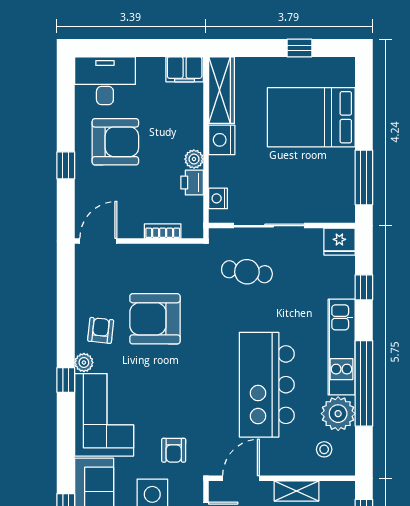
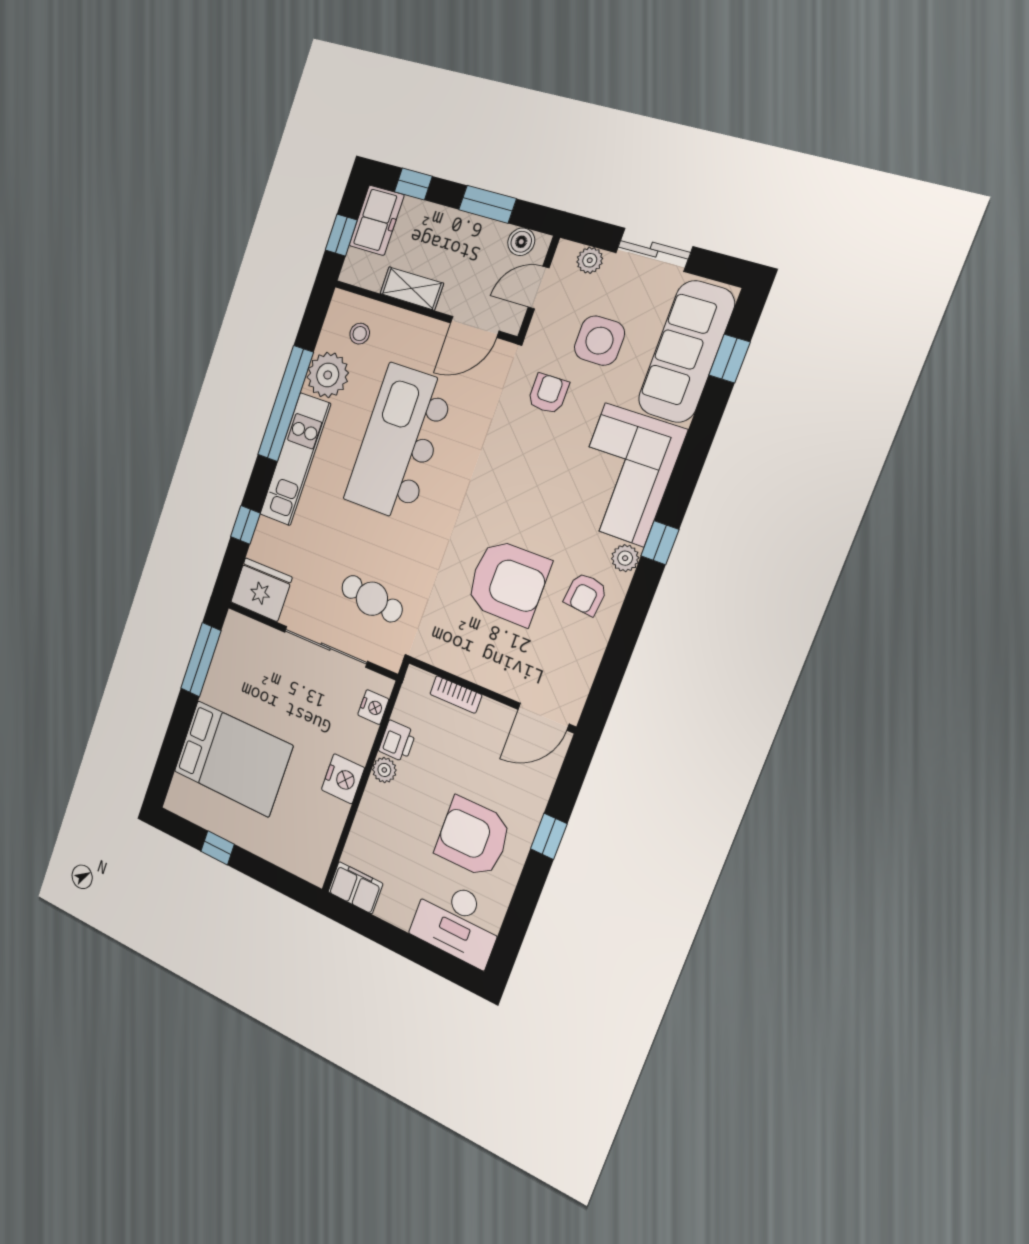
wardrobe: (222, 90) -> (322, 841), removed
fridge: (339, 242) -> (261, 590), width x1.36, depth x1.34
kitchen island: (267, 385) -> (399, 442), turned 180

